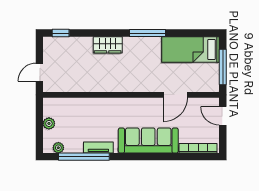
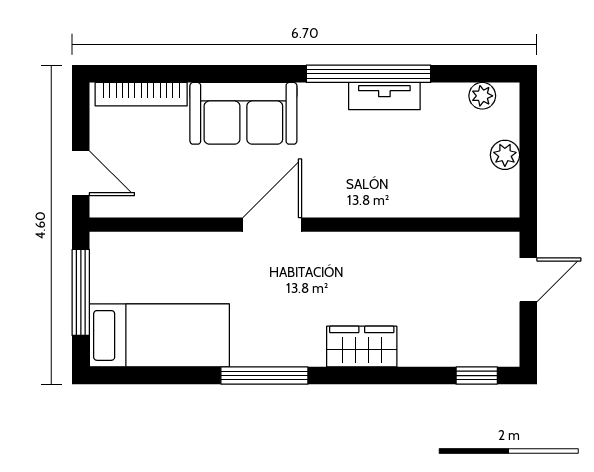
door: (175, 95) -> (272, 225), moved
sofa: (148, 140) -> (243, 113), width x0.73
window: (84, 157) -> (369, 74), moved

